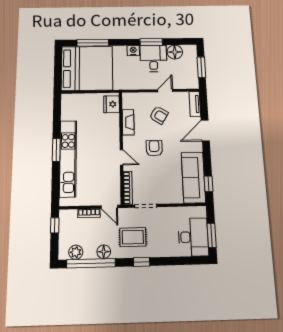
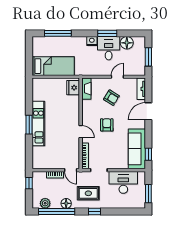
bed: (87, 68) -> (53, 66), width x0.49
fireplace: (128, 122) -> (86, 89), moved
kitchen unit: (68, 158) -> (38, 124), width x0.73
desk: (193, 237) -> (123, 182), moved, turned -90

